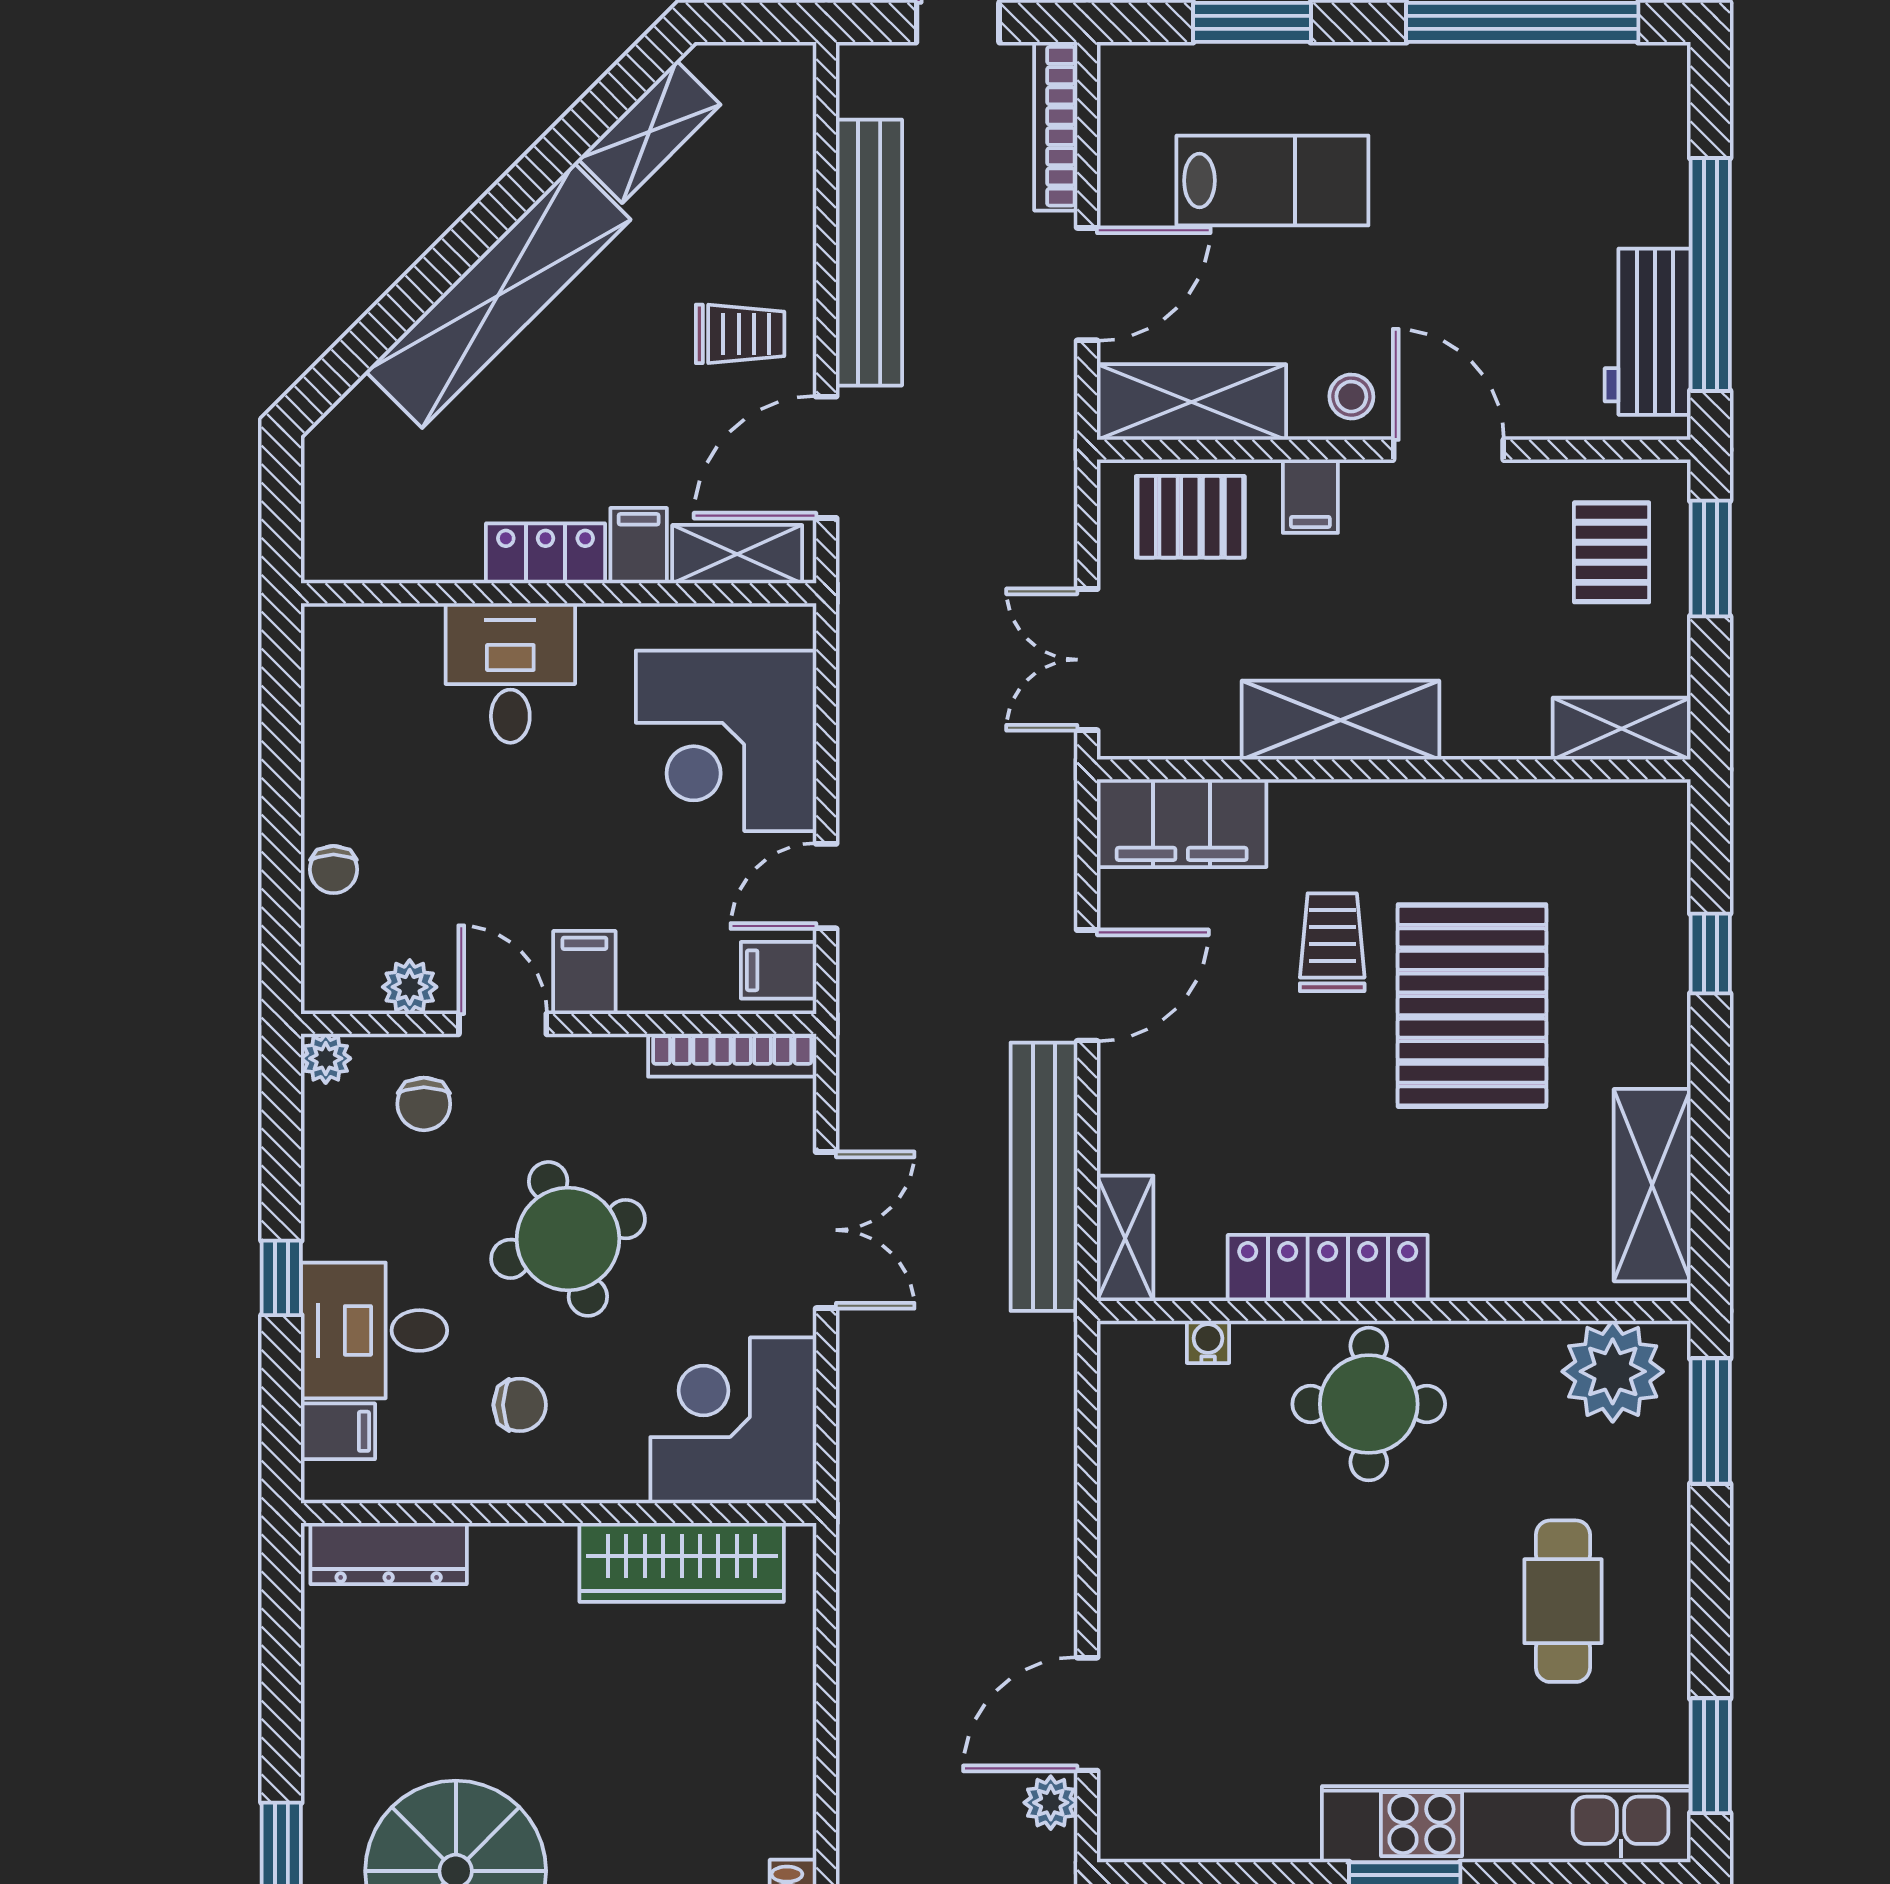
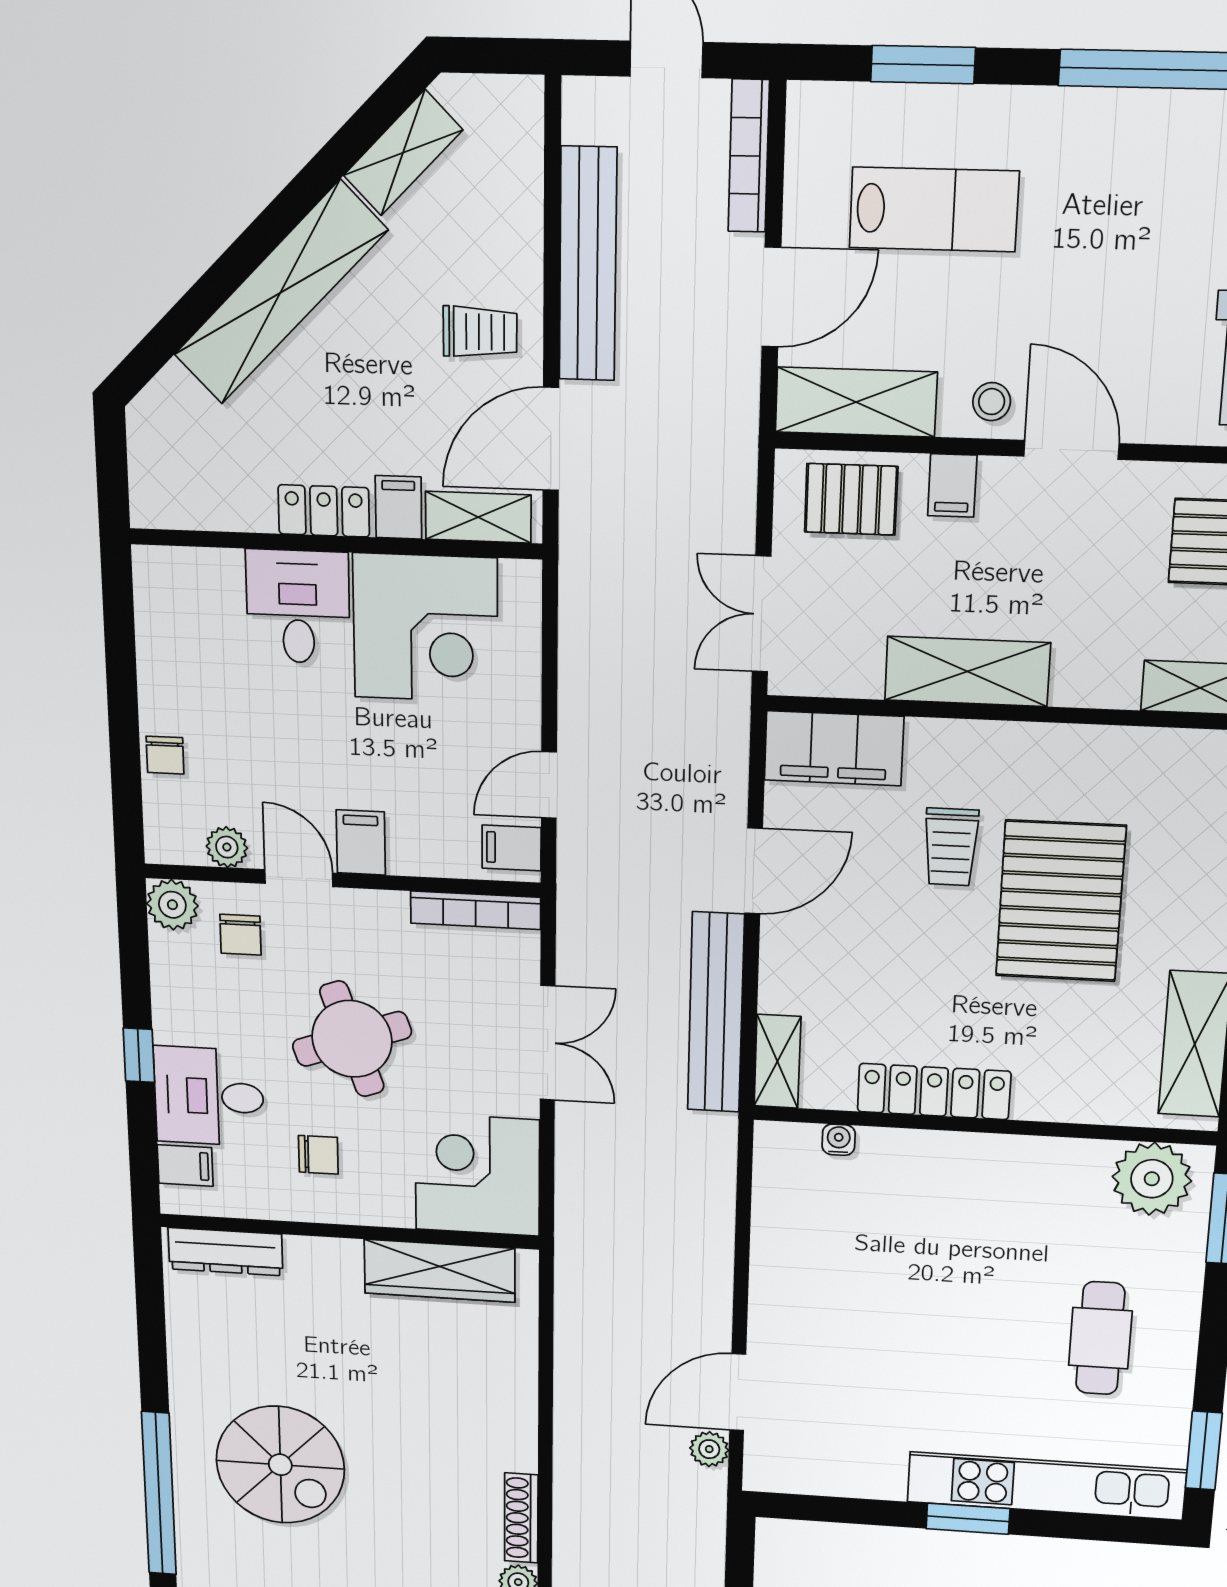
corner desk: (726, 741) -> (425, 628), moved, turned -90
trolley: (1332, 942) -> (951, 847), turned 180
plant: (326, 1058) -> (172, 905), width x1.38, depth x1.38
round table: (1369, 1404) -> (960, 1191), removed

